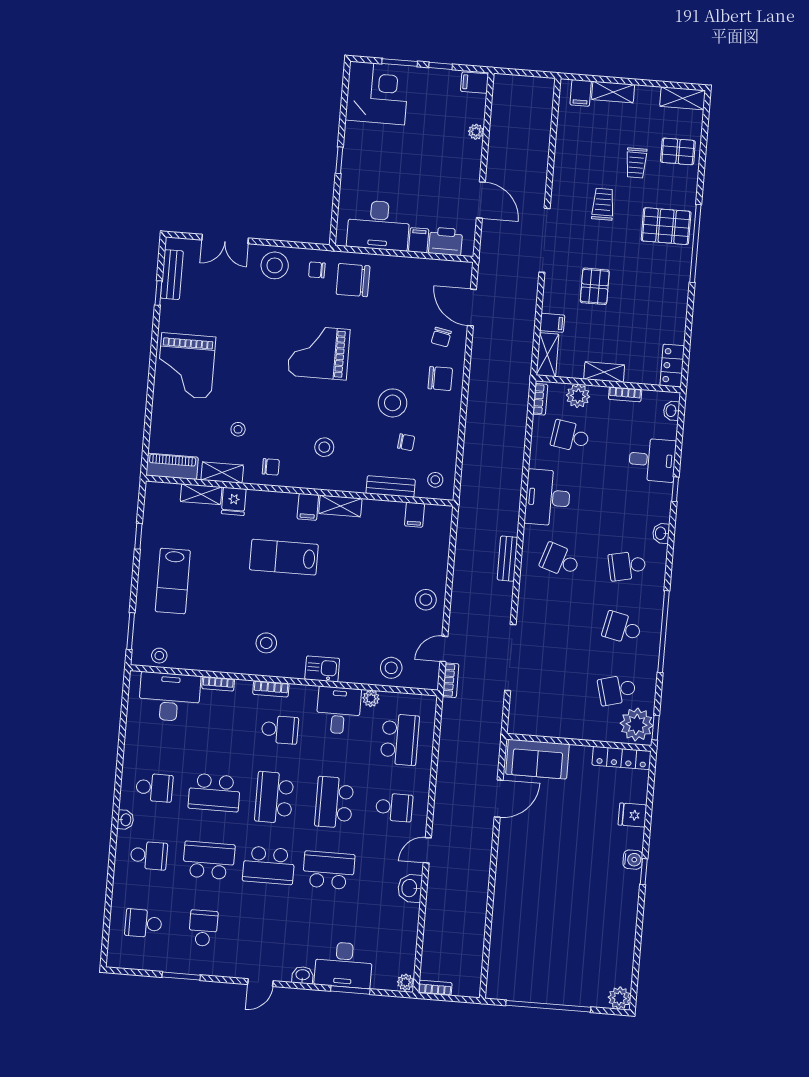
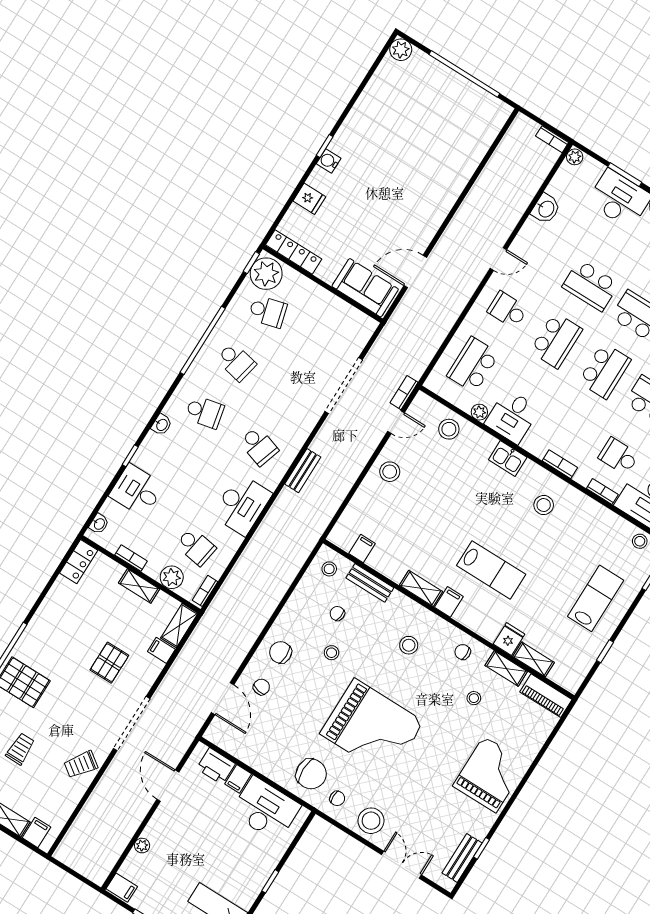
trolley: (603, 204) -> (81, 764), moved, turned 36
grand piano: (319, 352) -> (372, 728), width x1.37, depth x1.48
stool: (393, 403) -> (332, 653), width x0.53, depth x0.53
school desk: (280, 730) -> (619, 456), moved
washbasin: (410, 888) -> (546, 209), moved

